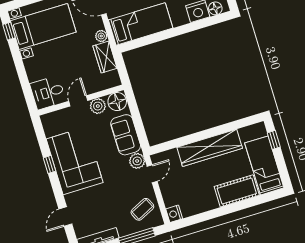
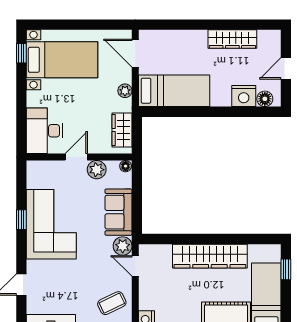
wardrobe: (105, 57) -> (122, 130), moved
desk: (48, 93) -> (44, 131), width x1.37
floor lamp: (117, 102) -> (126, 166), width x0.53, depth x0.53
door: (152, 174) -> (135, 266), swing flipped

